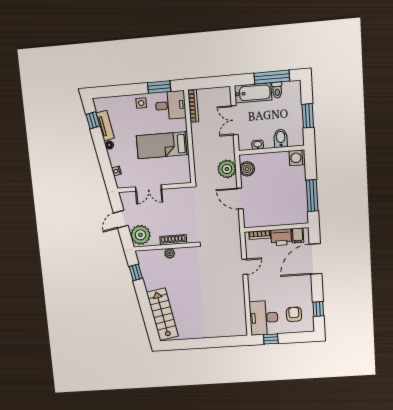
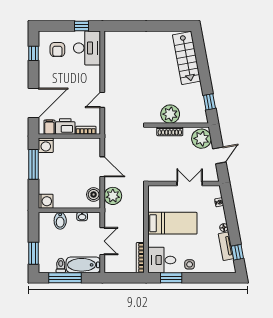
window: (308, 116) -> (34, 253), moved
washing machine: (300, 216) -> (46, 145), added
plant: (170, 253) -> (170, 114), width x1.87, depth x1.87

